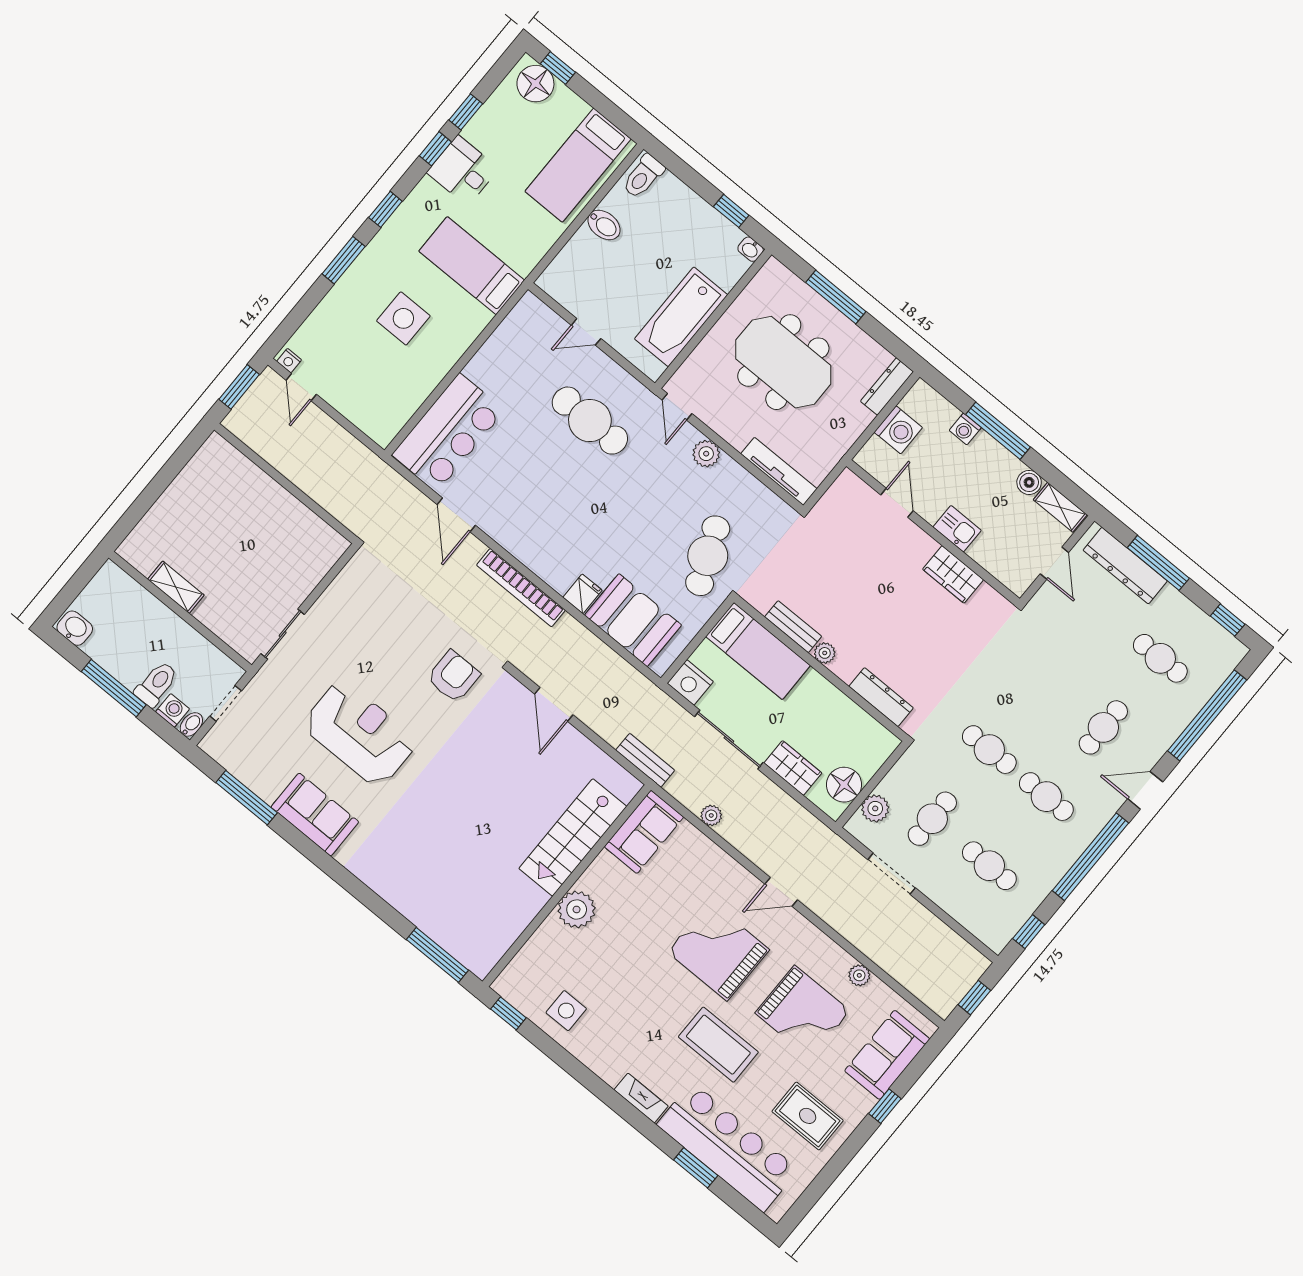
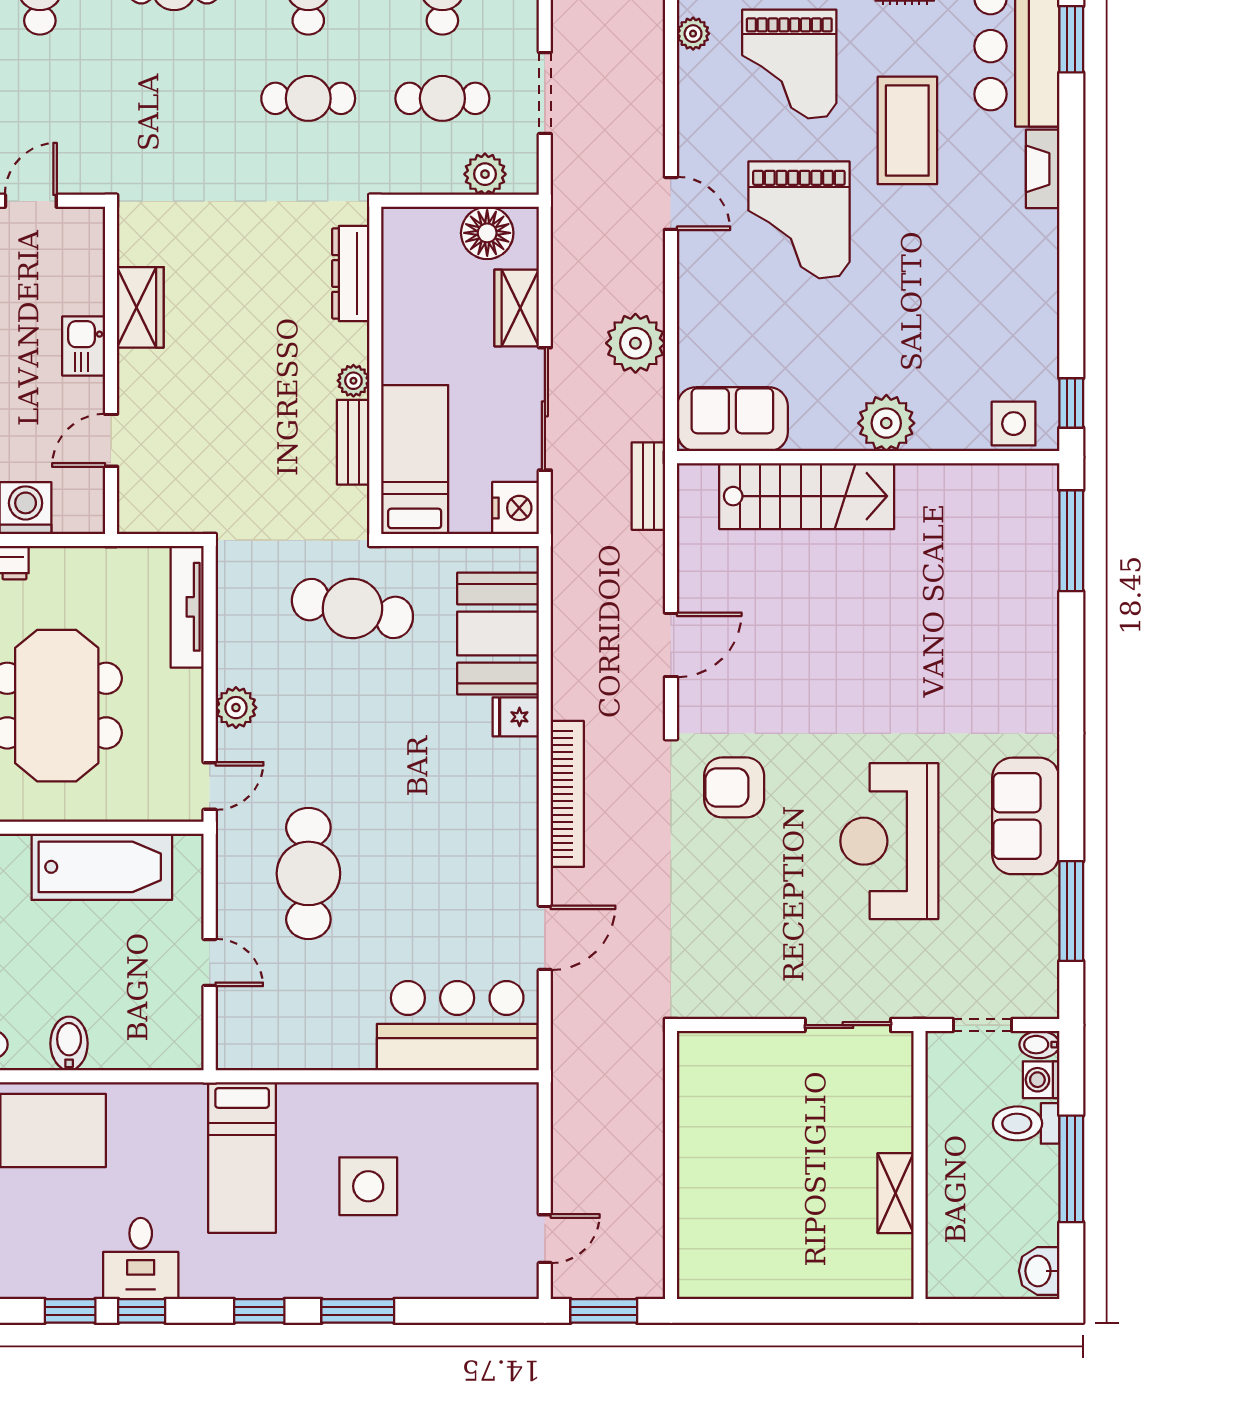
nightstand: (289, 361) -> (526, 1278), removed
cafe table: (708, 556) -> (352, 608), turned 35
cafe table: (989, 750) -> (308, 98), turned 90
plant: (711, 815) -> (635, 343), width x1.87, depth x1.87
side table: (566, 1011) -> (1014, 424), moved
grand piano: (803, 1012) -> (789, 64), turned 180

